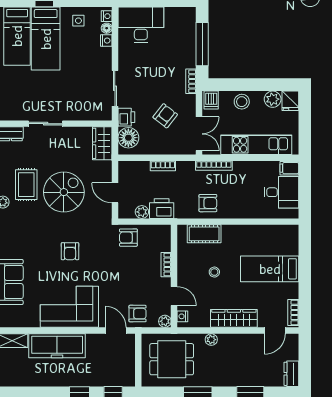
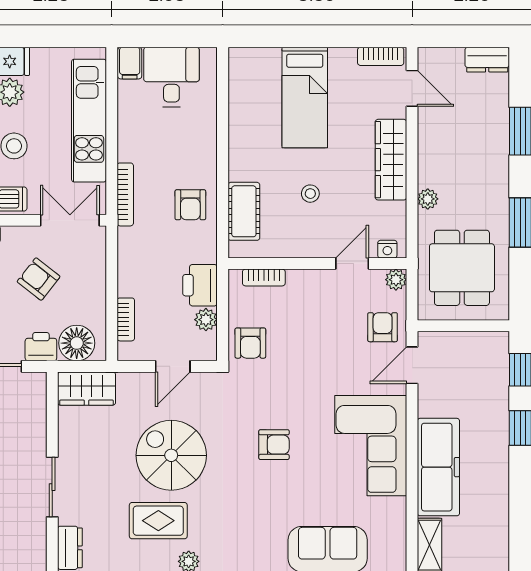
bookcase: (163, 166) -> (126, 319), moved
armchair: (208, 203) -> (190, 205), turned 180
bookcase: (166, 265) -> (264, 277), moved

